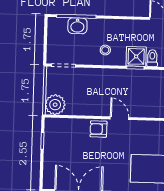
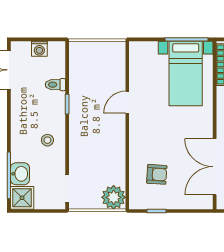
shower: (136, 56) -> (22, 198), moved
door: (119, 118) -> (127, 102), moved
armchair: (99, 129) -> (157, 174), moved, turned -86

